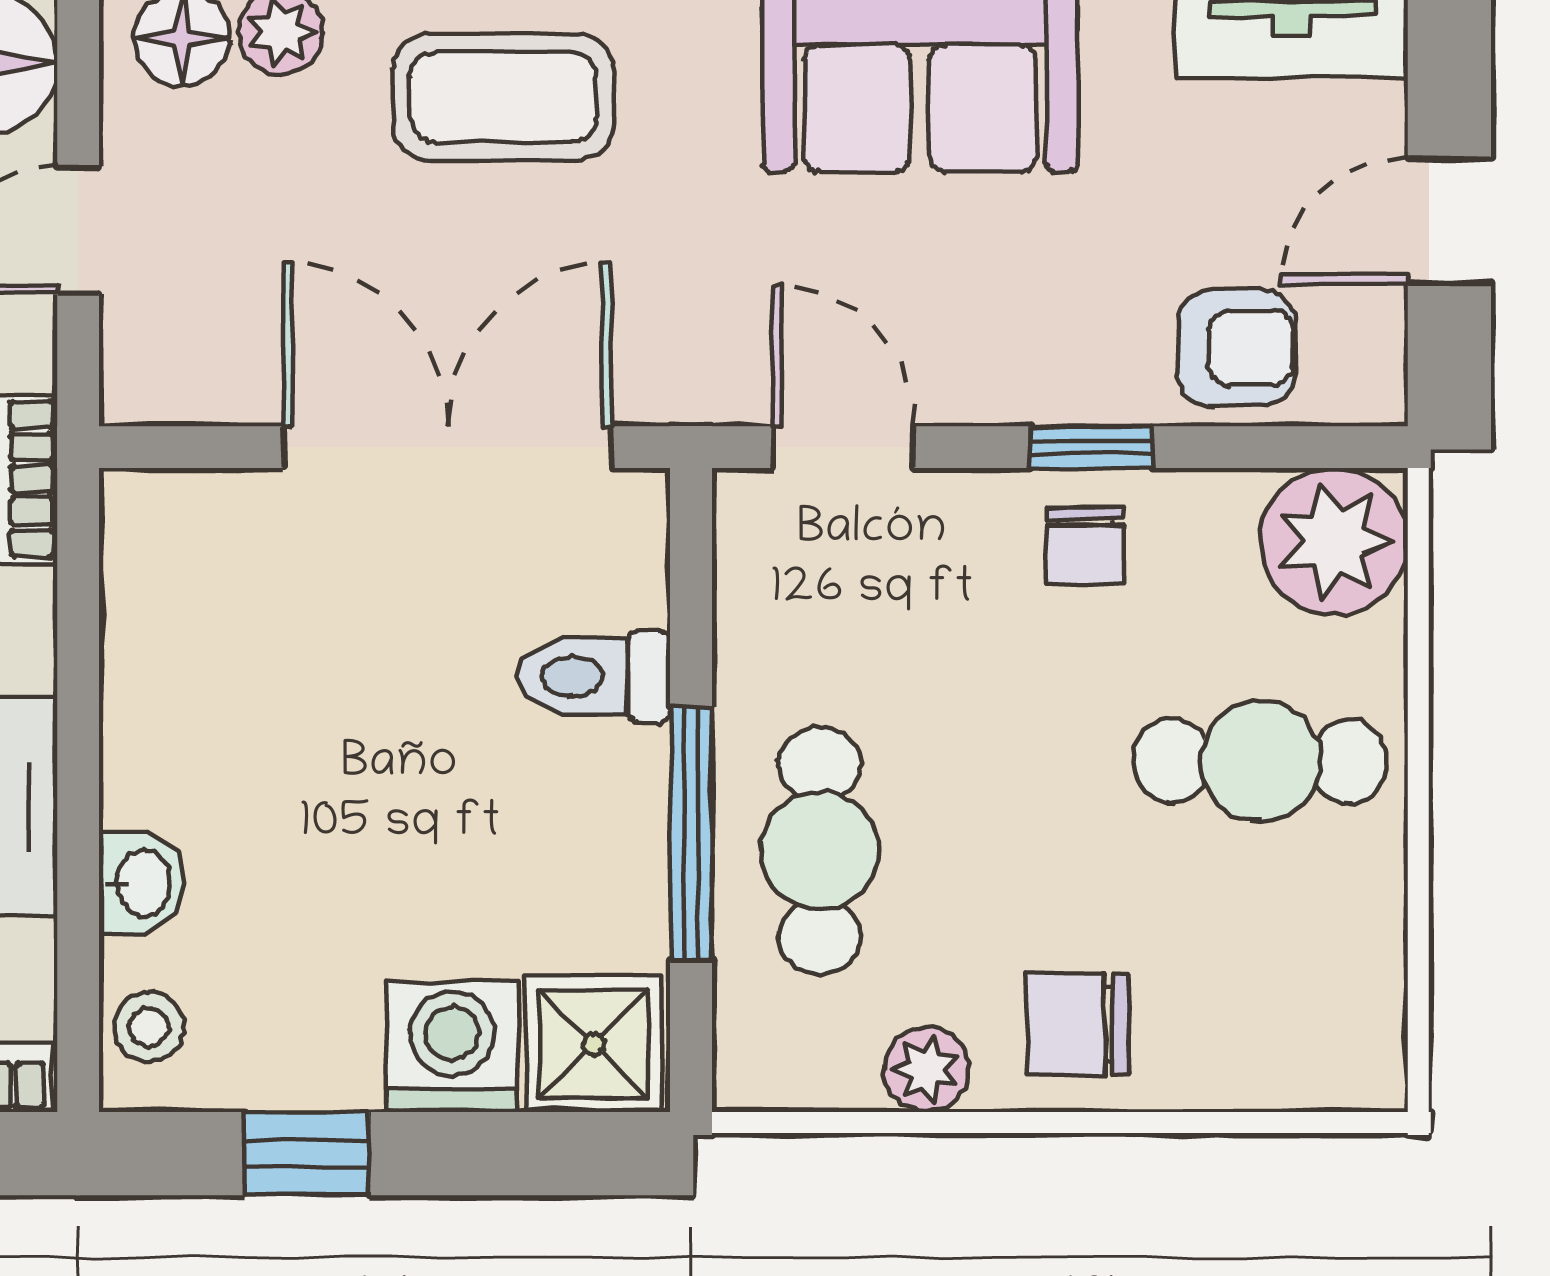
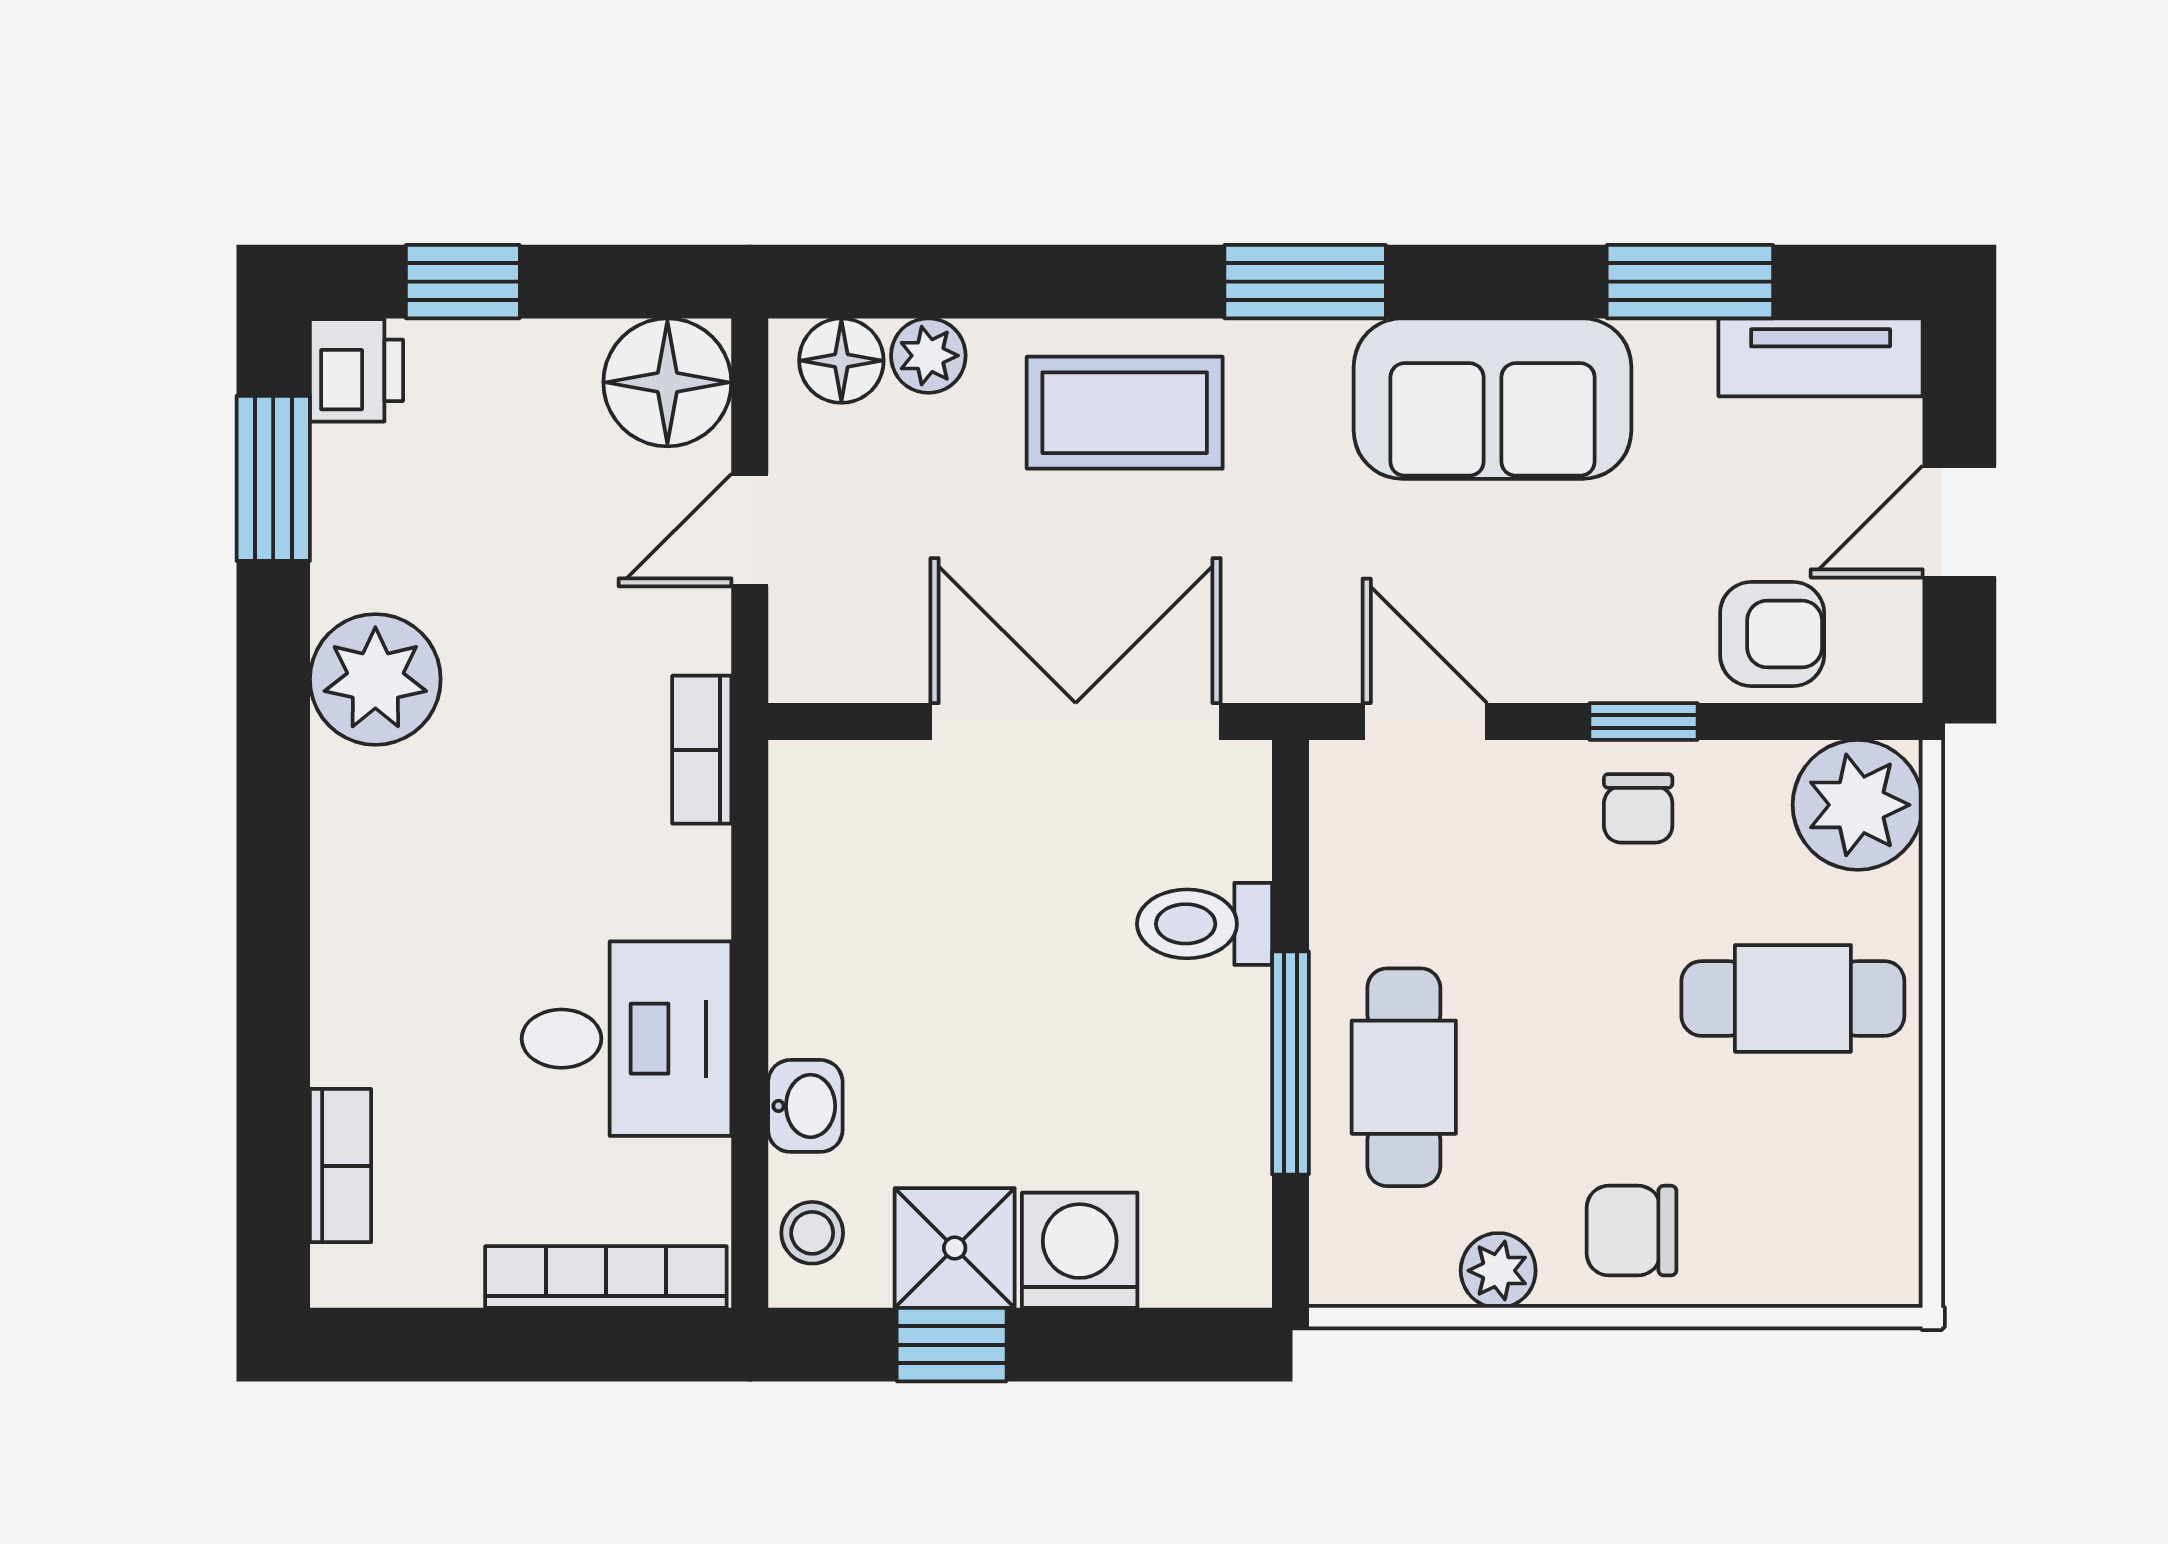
shower: (594, 1044) -> (955, 1248), moved

